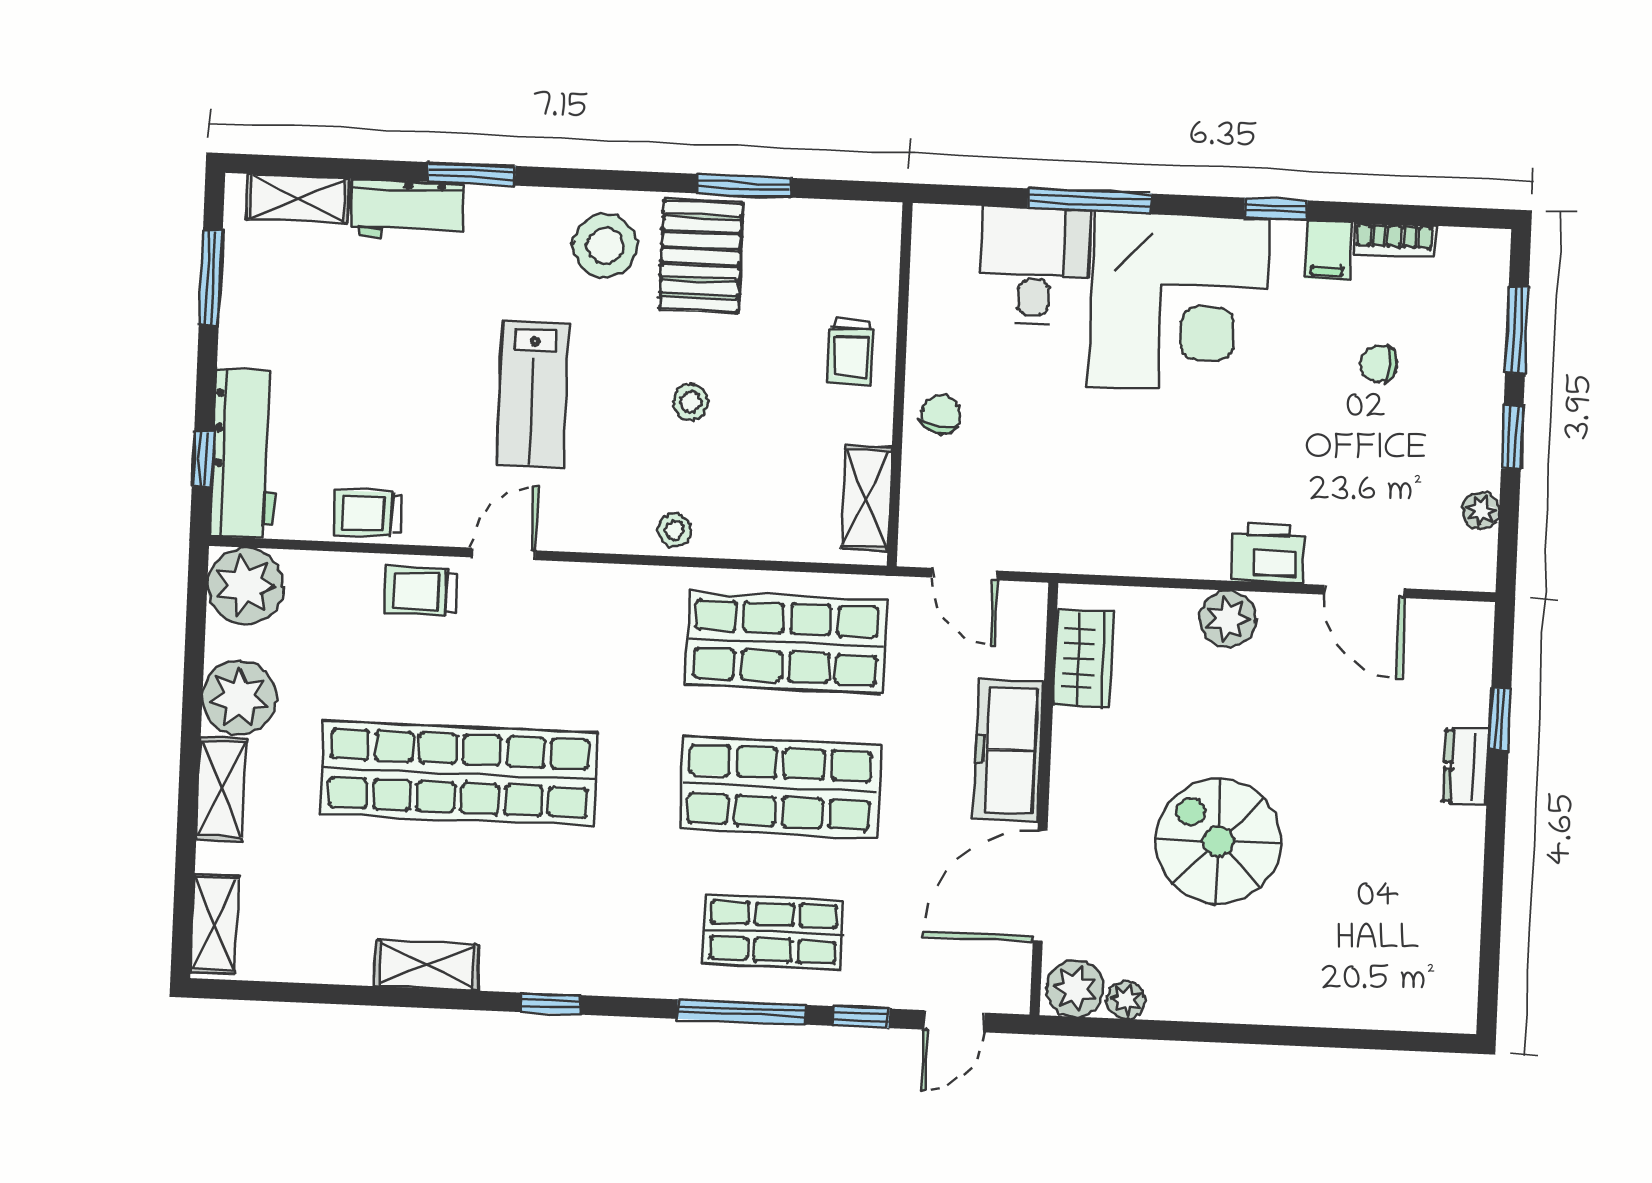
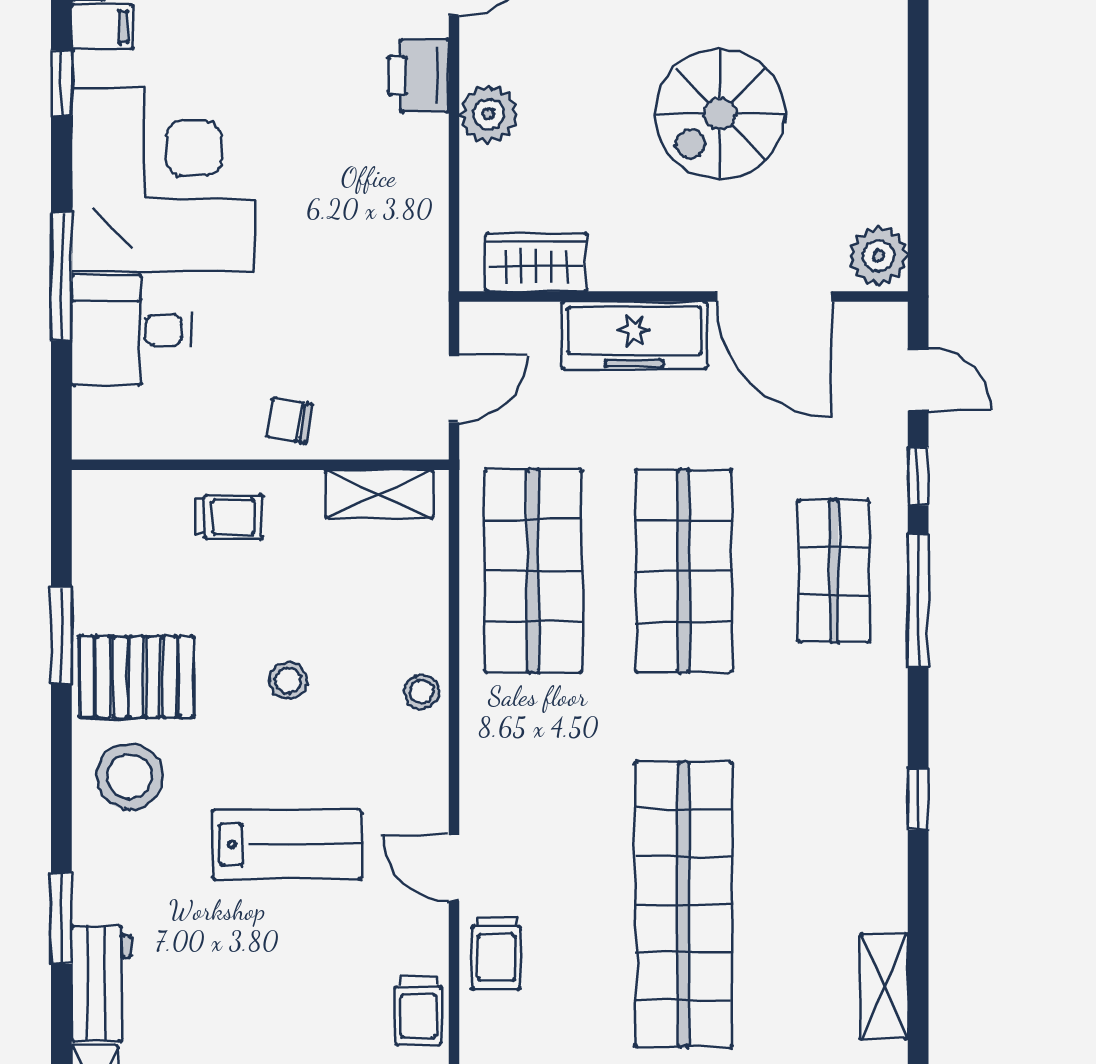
shelving: (427, 965) -> (884, 986), moved
plant: (1126, 1000) -> (888, 202), removed

